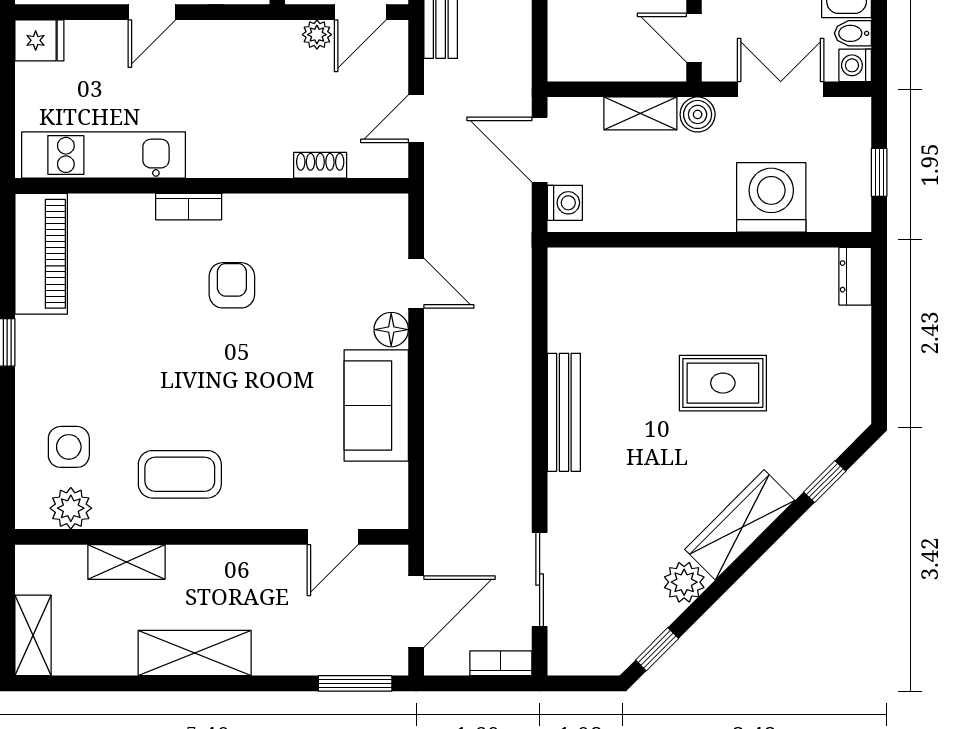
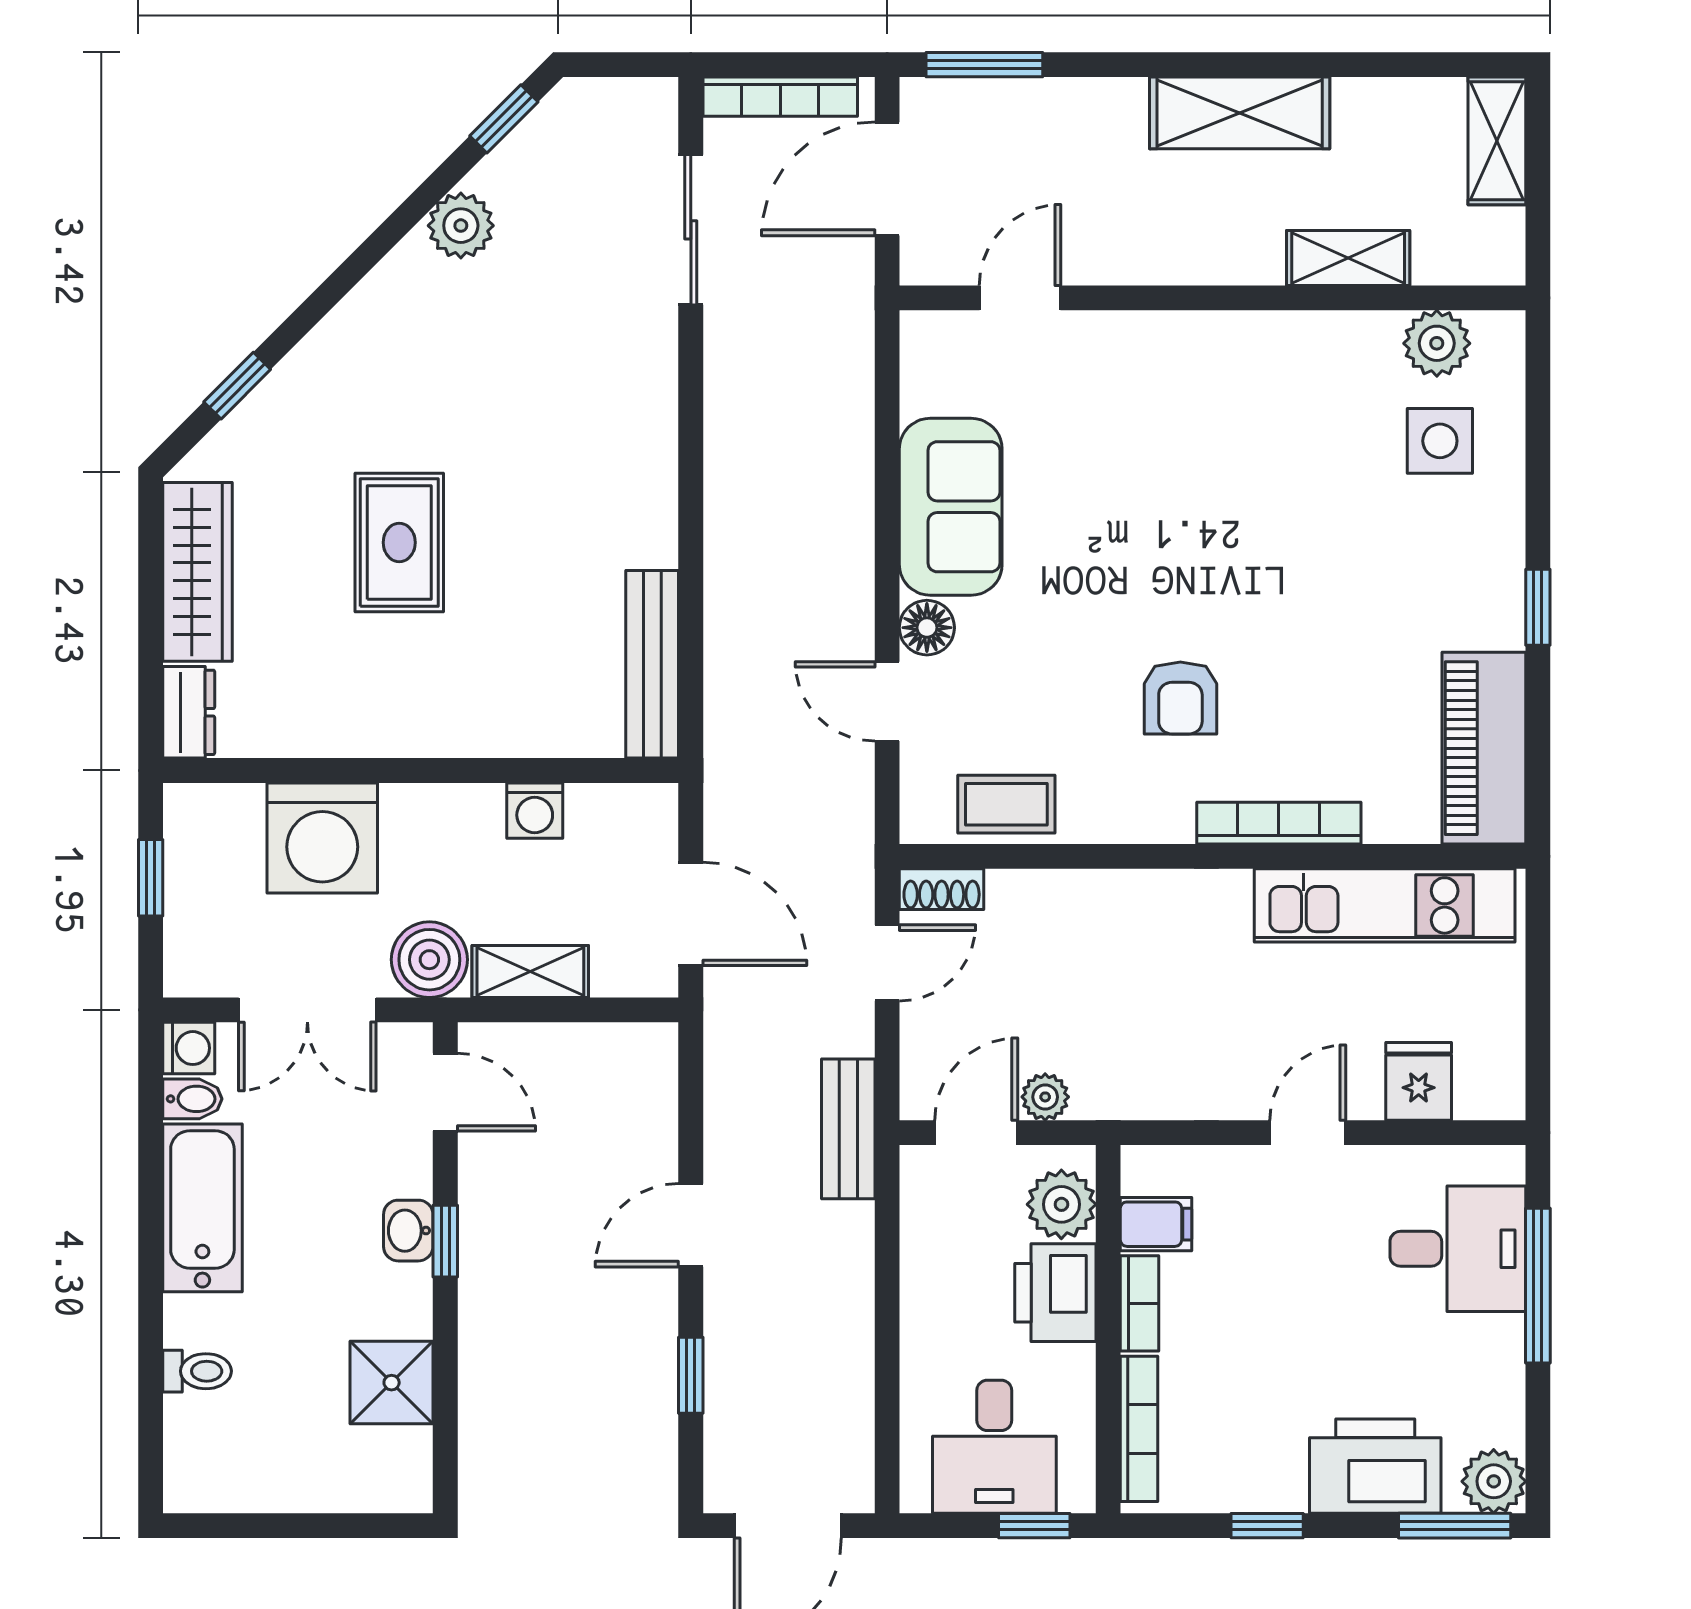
fridge: (39, 40) -> (1419, 1081), moved, turned 90
boiler: (698, 114) -> (429, 960), width x1.36, depth x1.36
shoe rack: (320, 165) -> (942, 889), moved
washing machine: (565, 203) -> (535, 811), moved, turned -90
bookcase: (189, 207) -> (1279, 823), width x1.56
rug: (723, 383) -> (399, 543), turned 90
bench: (564, 412) -> (652, 664), moved
coffee table: (180, 474) -> (1006, 804), moved, width x0.73, depth x0.77
wardrobe: (740, 525) -> (197, 572), moved, turned -45
bookcase: (501, 663) -> (780, 97), width x1.56

